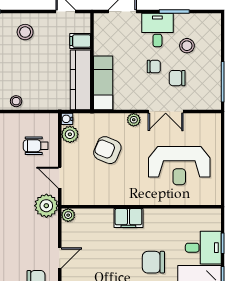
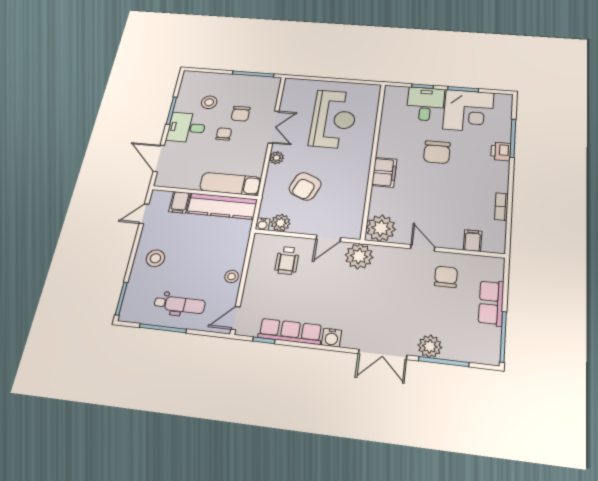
plant: (68, 215) -> (381, 228), width x1.87, depth x1.87

